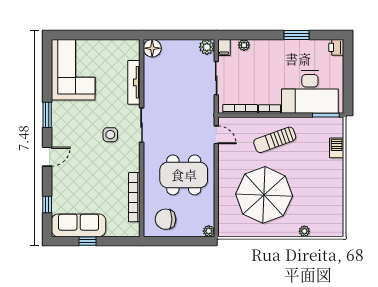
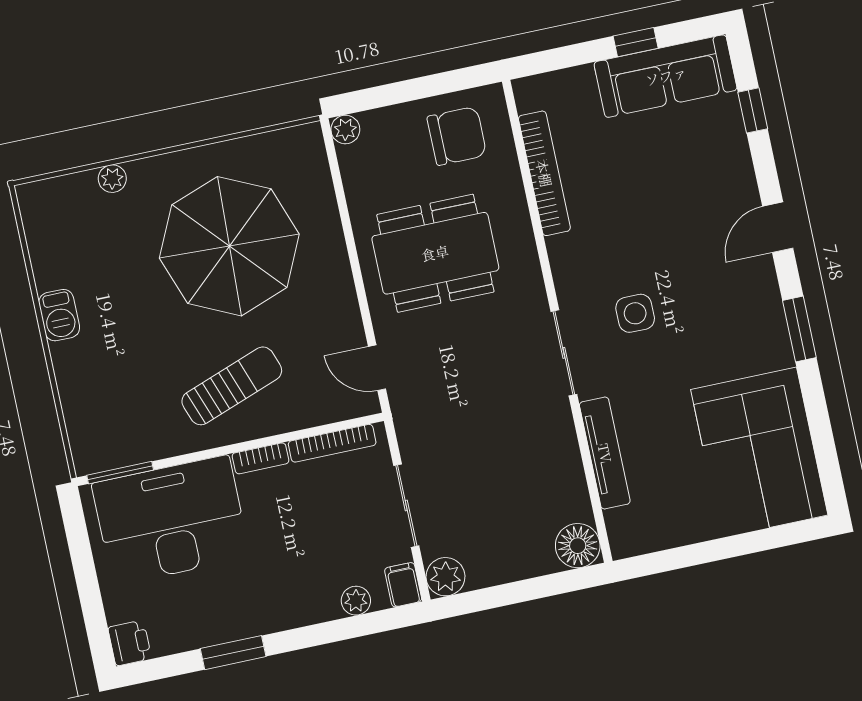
barbecue: (337, 148) -> (59, 315), moved

